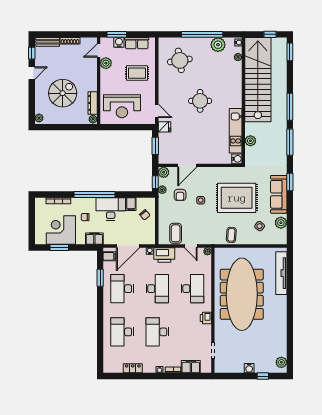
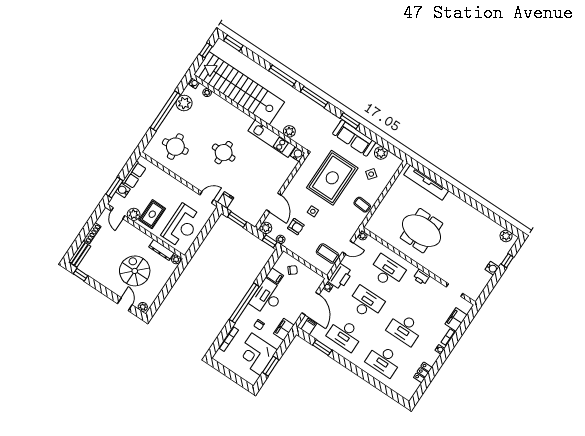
door: (32, 73) -> (125, 304), moved
rug: (137, 73) -> (152, 214), moved
meeting table: (242, 294) -> (422, 231), width x0.54, depth x0.79

